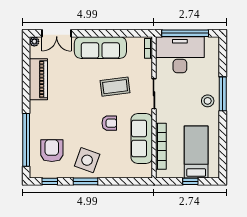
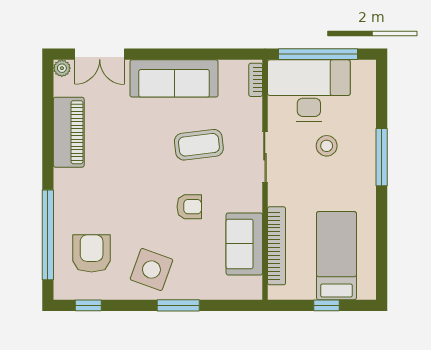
stool: (208, 101) -> (327, 146), moved
sofa: (142, 139) -> (244, 244), width x0.73
window: (85, 181) -> (178, 305), moved

